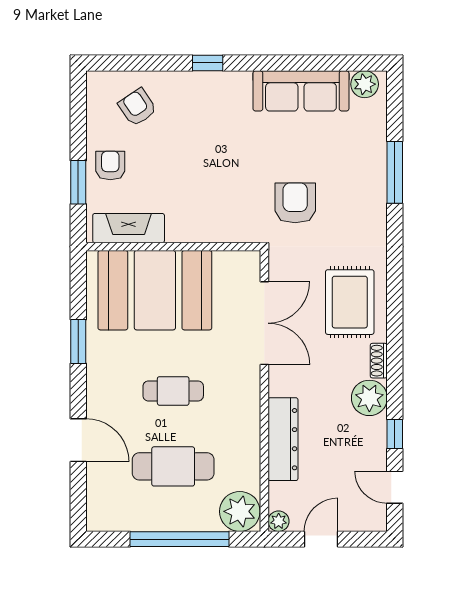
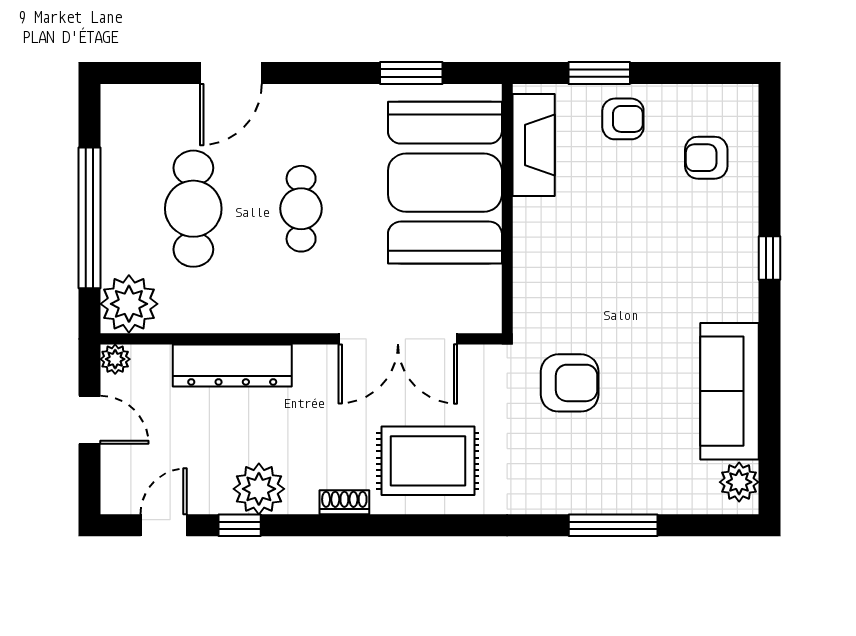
armchair: (137, 107) -> (706, 158), turned -146
window: (78, 342) -> (411, 73), moved
plant: (369, 398) -> (259, 489), moved

